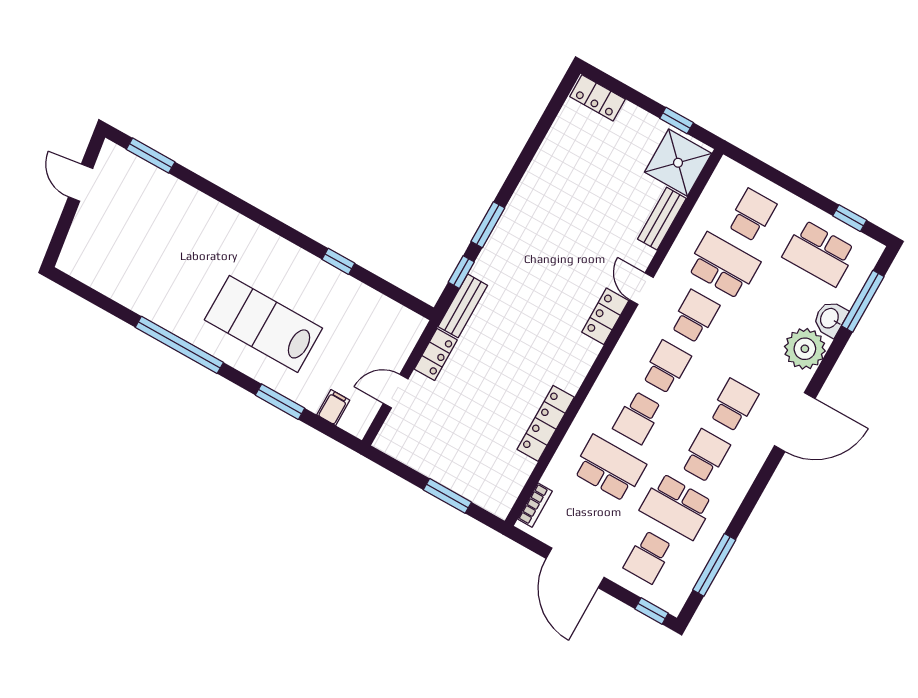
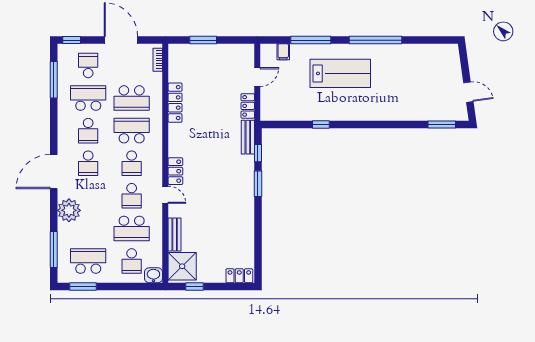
window: (850, 218) -> (83, 286), width x1.50
washbasin: (830, 319) -> (153, 275), moved, turned -90
window: (280, 402) -> (311, 40), width x1.44
school desk: (638, 418) -> (132, 131), width x1.85

